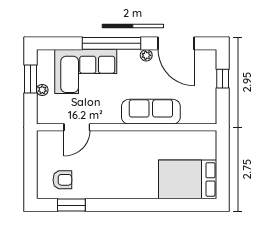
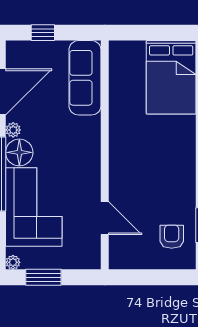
floor lamp: (129, 60) -> (19, 152), added
plant: (42, 90) -> (13, 262), moved
sofa: (151, 112) -> (85, 78), moved

